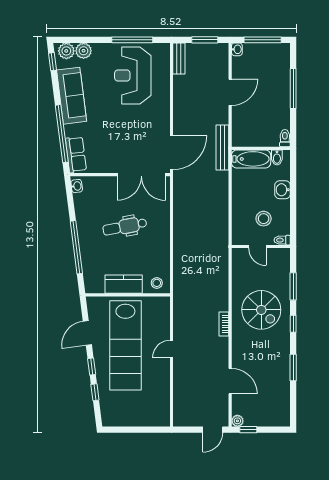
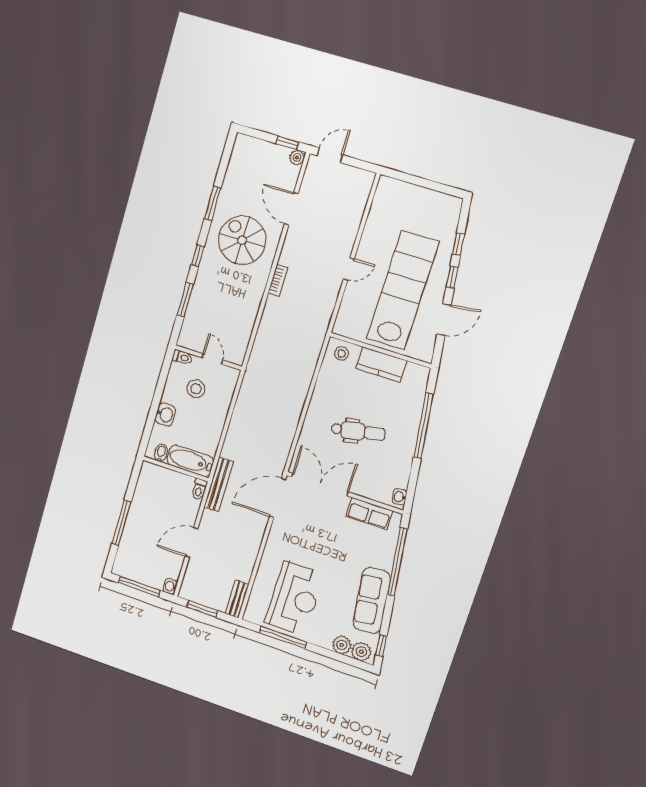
toilet: (285, 138) -> (199, 489), moved
row of seats: (76, 154) -> (369, 513), moved, turned -83
spiral stairs: (261, 310) -> (242, 240), moved

